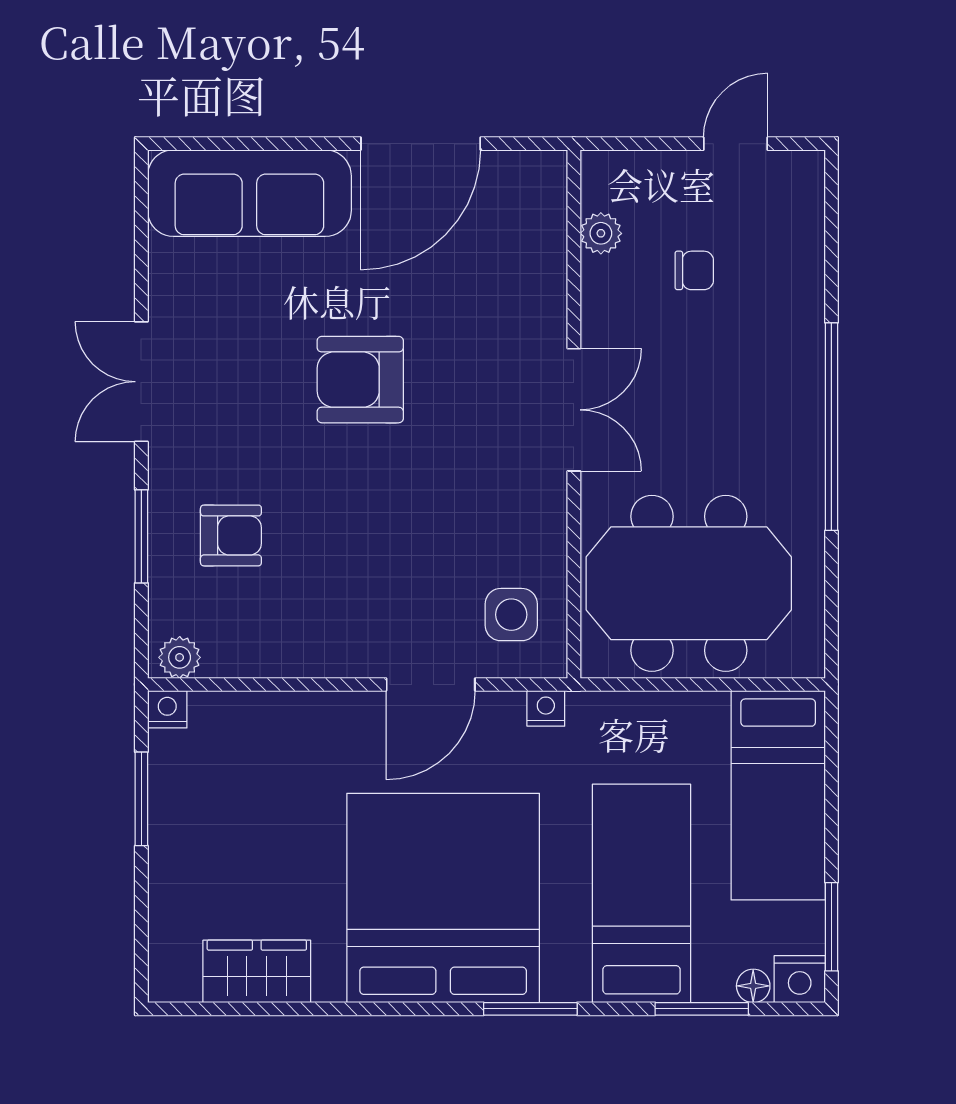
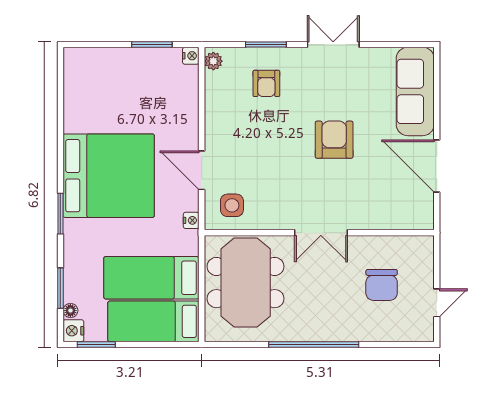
door: (736, 144) -> (437, 303), hinge flipped
plant: (601, 233) -> (398, 244), removed
chair: (694, 270) -> (382, 285), width x1.87, depth x1.87
bed: (642, 893) -> (151, 278), moved, turned 180
wardrobe: (257, 971) -> (77, 95), removed

